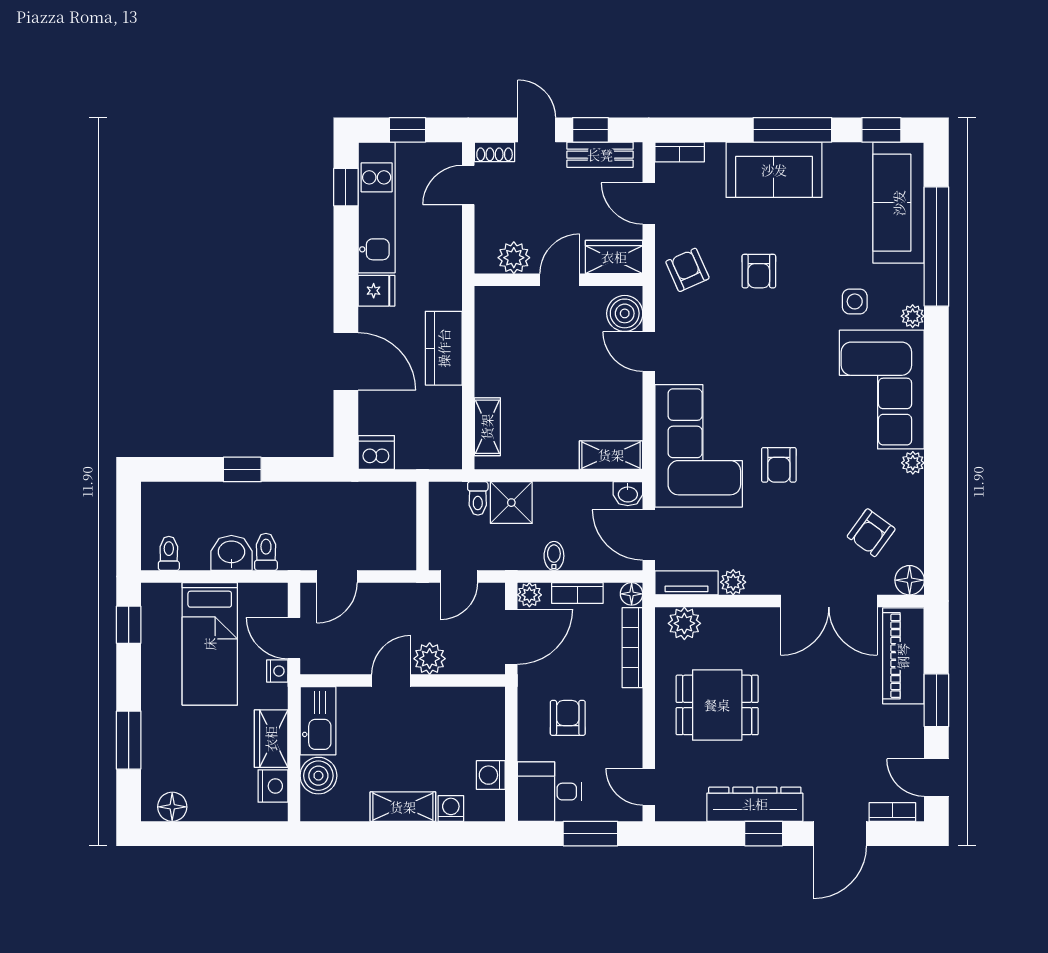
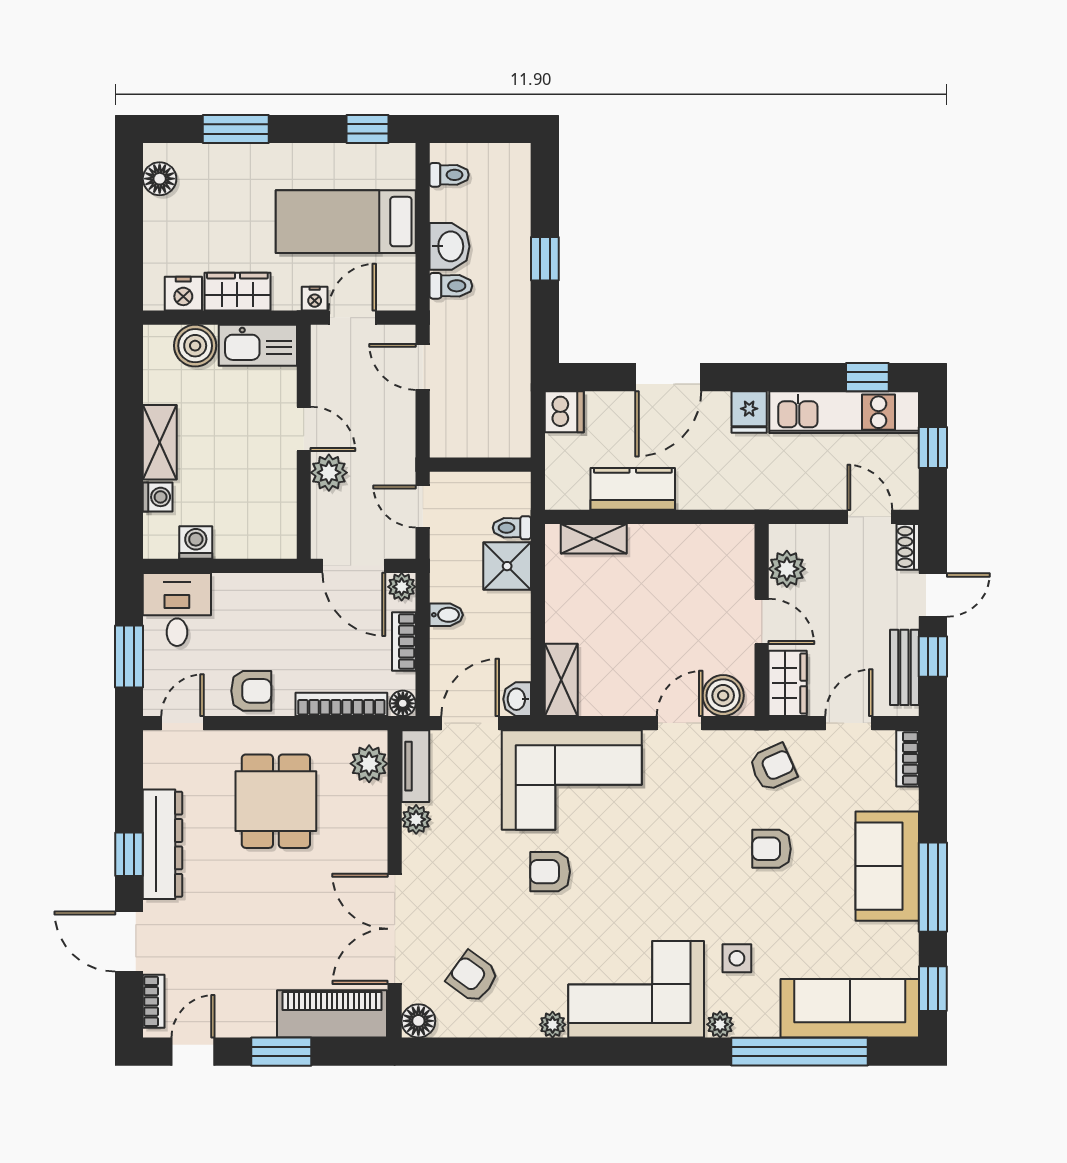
kitchen counter: (444, 348) -> (633, 489), moved
armchair: (568, 718) -> (251, 691), moved

